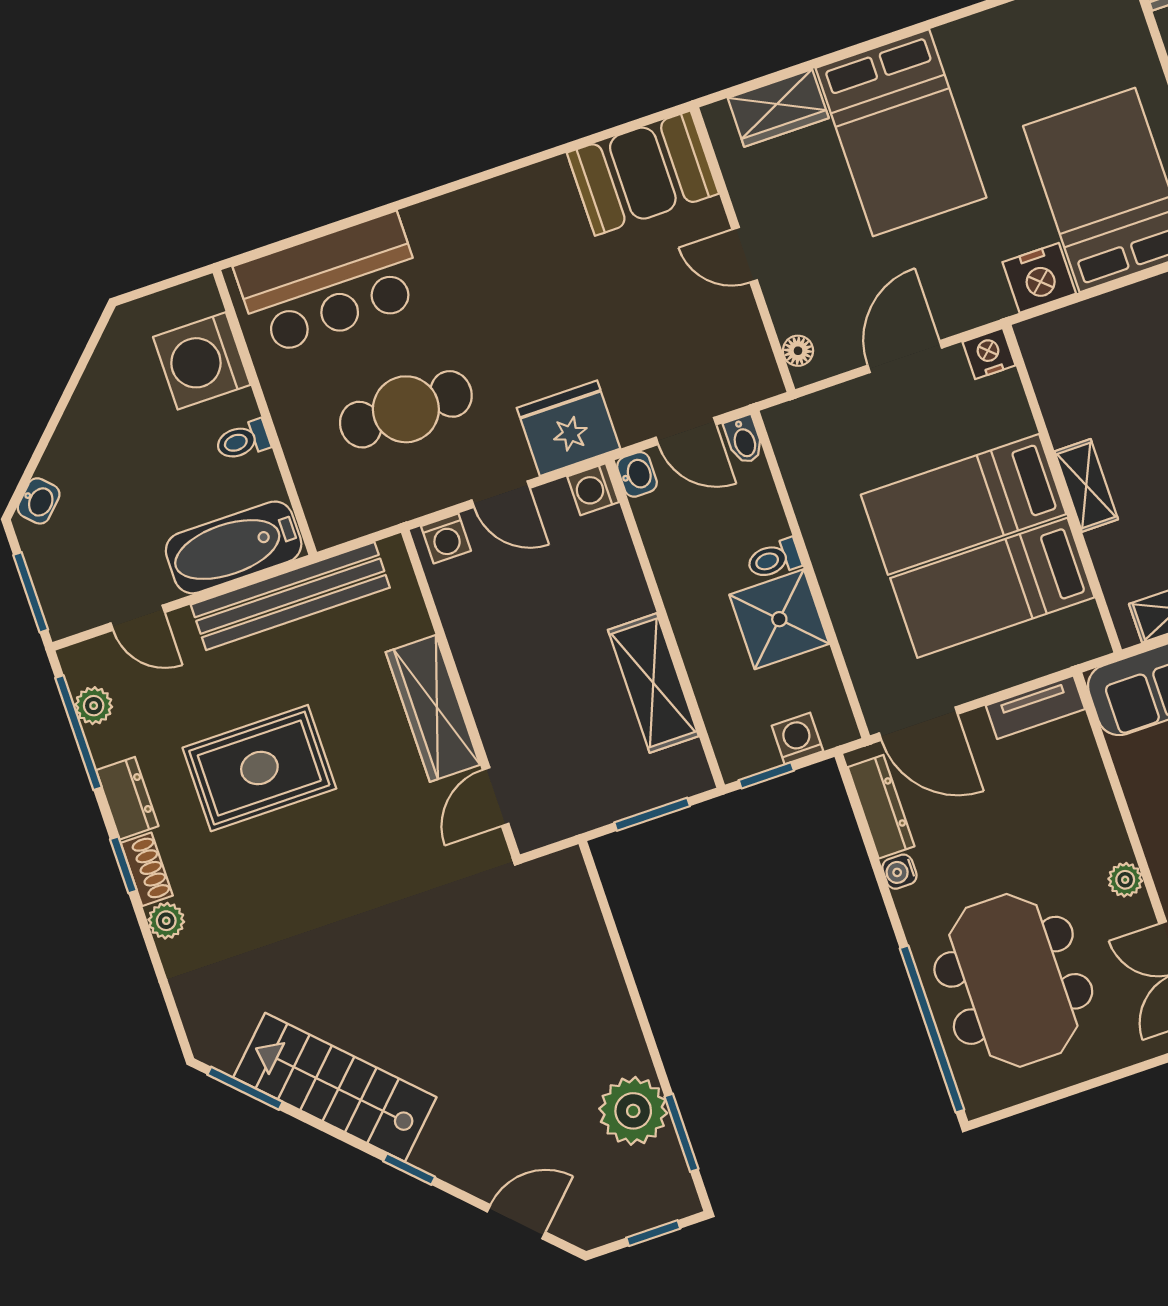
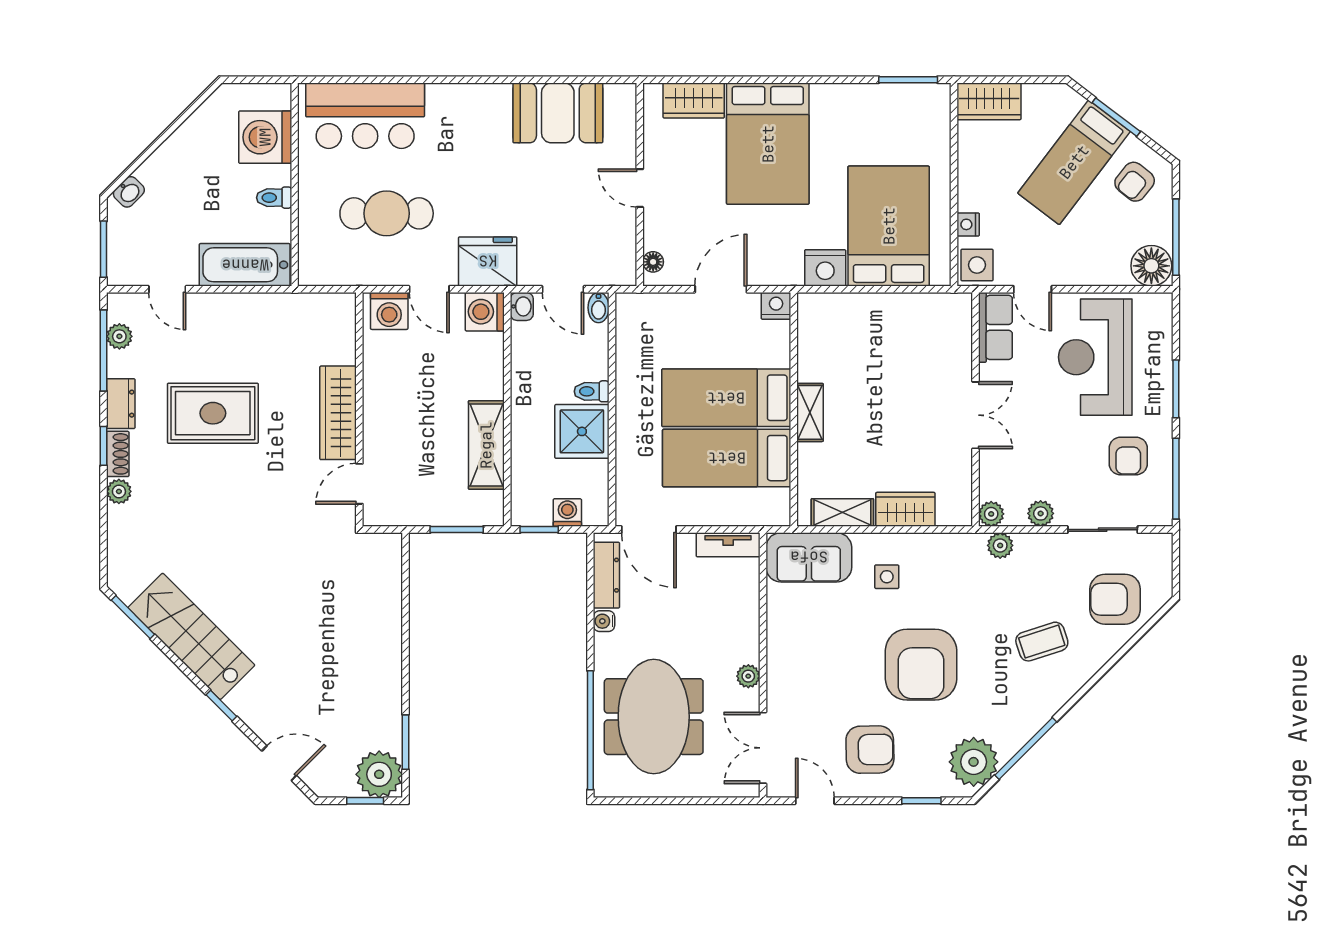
booth: (643, 173) -> (558, 113), moved
washing machine: (593, 489) -> (485, 312), width x1.38, depth x1.38
washing machine: (446, 538) -> (389, 311), width x1.38, depth x1.38
bench: (290, 596) -> (271, 309), removed
plant: (633, 1111) -> (379, 774), moved

